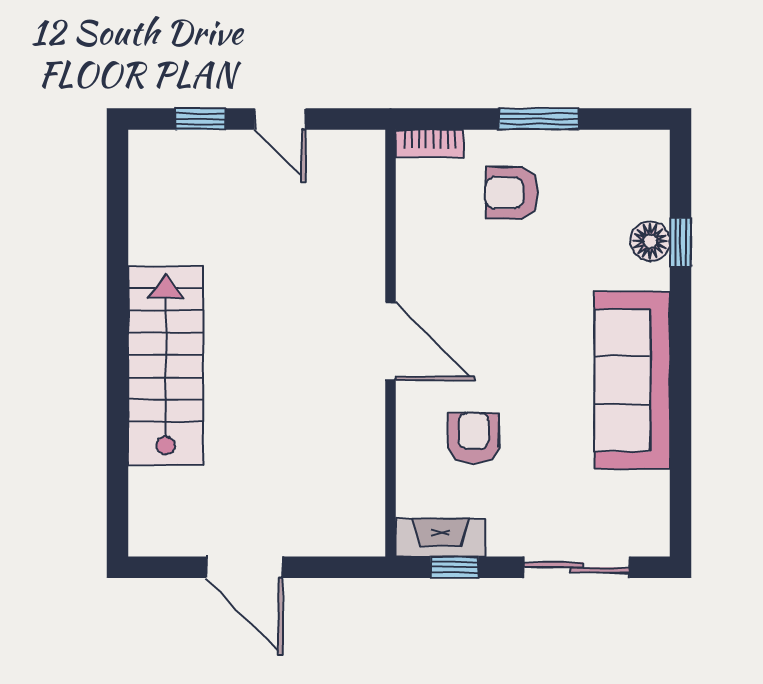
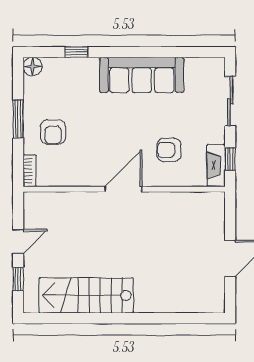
floor lamp: (650, 241) -> (33, 66), moved
stairs: (166, 366) -> (86, 295), moved

